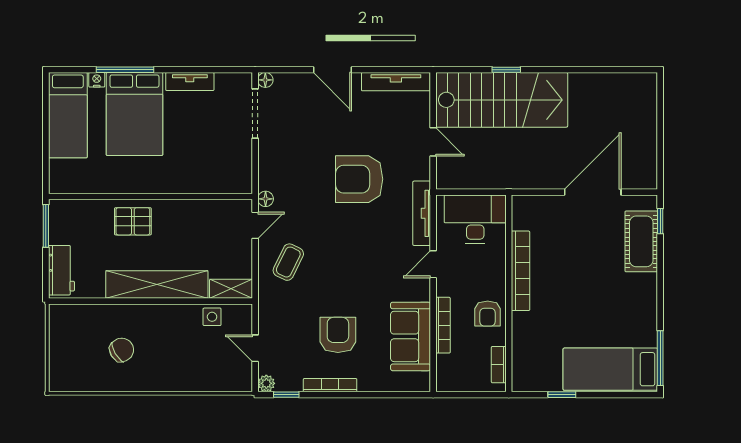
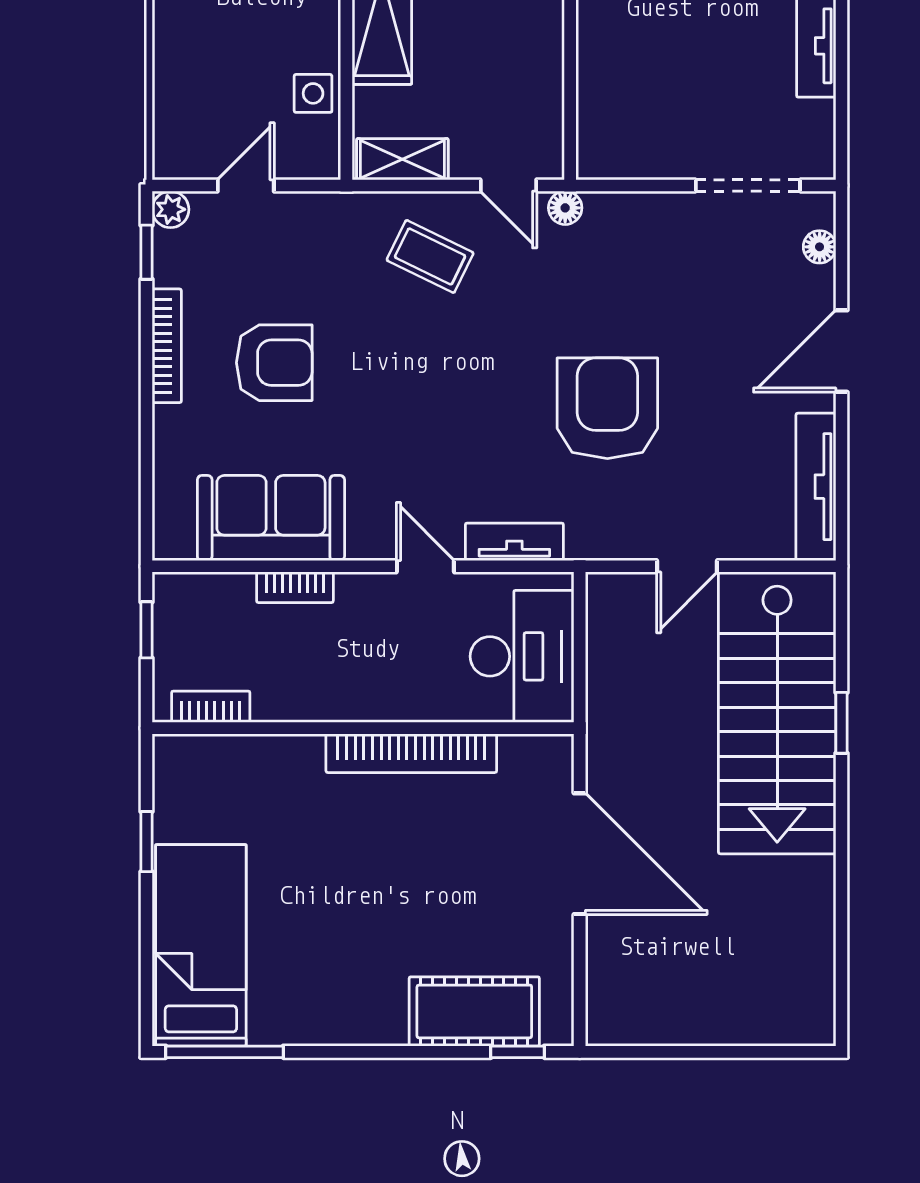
floor lamp: (265, 80) -> (820, 247), moved
door: (593, 192) -> (580, 854), moved
tv unit: (422, 213) -> (514, 542), width x0.71
shelving: (231, 289) -> (402, 159), moved, turned 90
armchair: (488, 314) -> (320, 683), removed
bookcase: (443, 325) -> (295, 587), width x0.64
window: (463, 395) -> (147, 630), added

